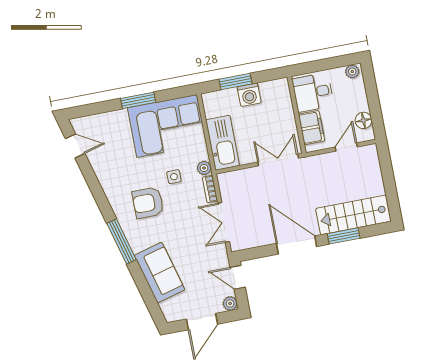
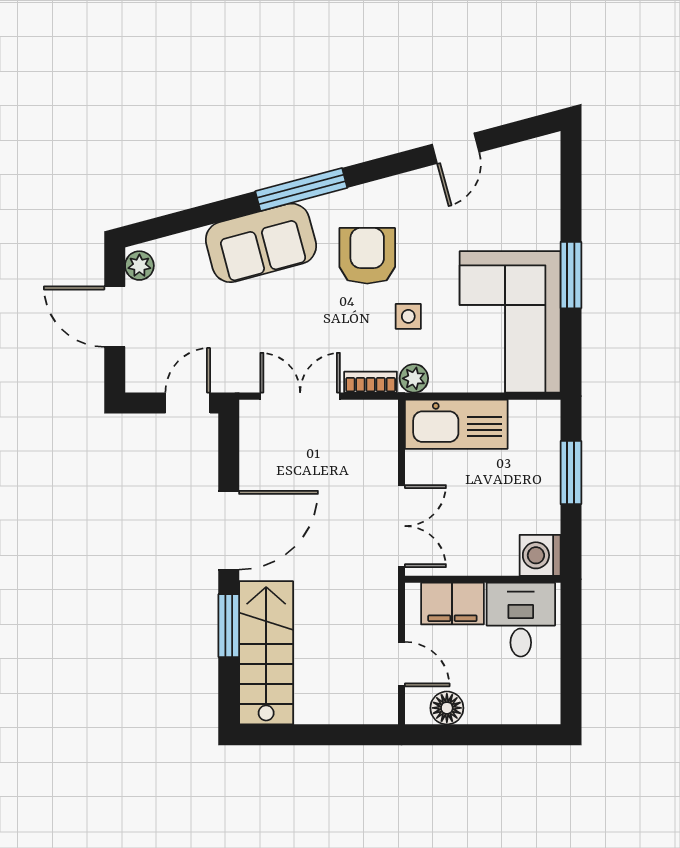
plant: (352, 71) -> (547, 704), removed
washing machine: (249, 95) -> (540, 555), moved
door: (75, 146) -> (456, 148), moved
sofa: (160, 273) -> (261, 243), moved
plant: (230, 303) -> (139, 266), moved

